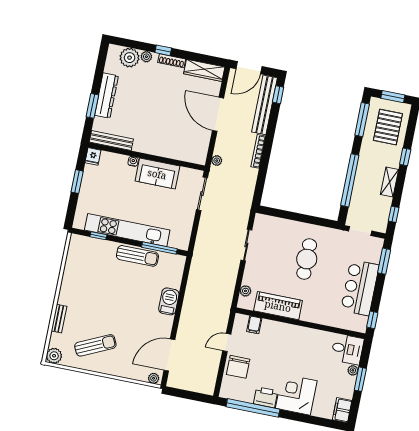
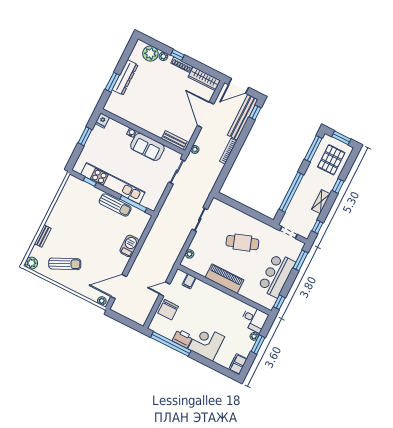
bench: (111, 141) -> (174, 140), moved, width x0.73
cafe table: (307, 259) -> (242, 243), turned 71
piano: (278, 306) -> (224, 279), moved

